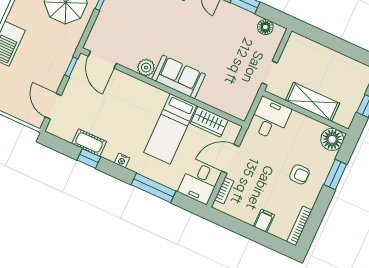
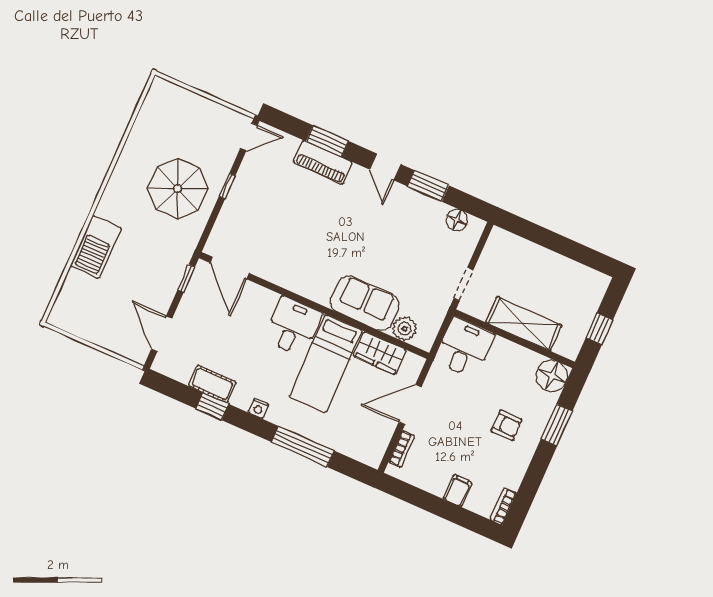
plant: (146, 68) -> (405, 329), moved
sofa: (179, 77) -> (365, 303), moved
desk: (199, 183) -> (293, 326), moved, turned 180
bookcase: (299, 226) -> (503, 506), width x0.64

